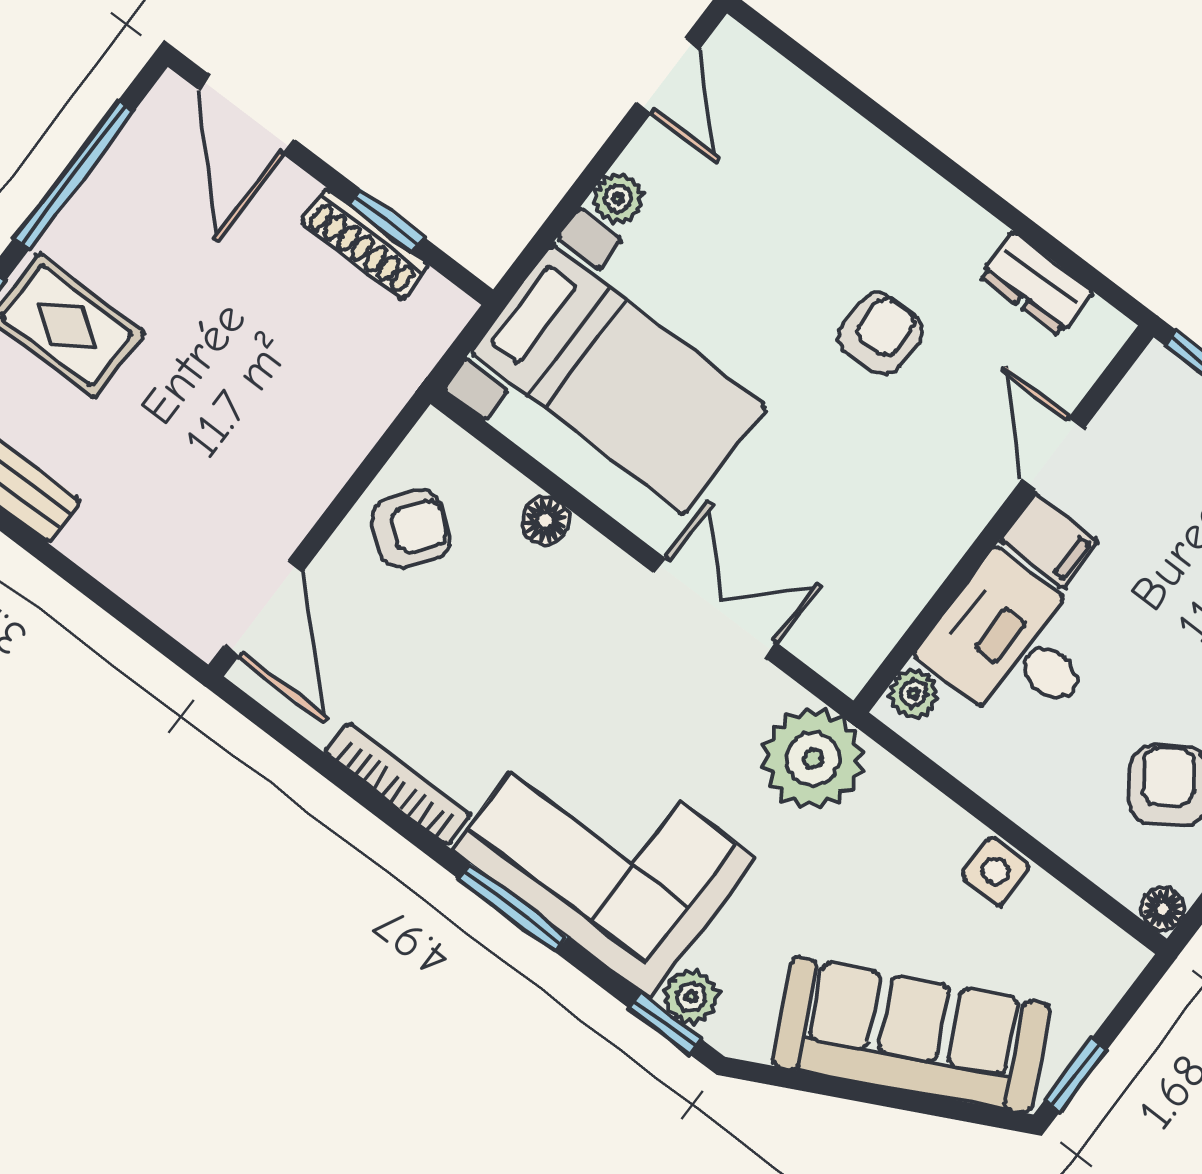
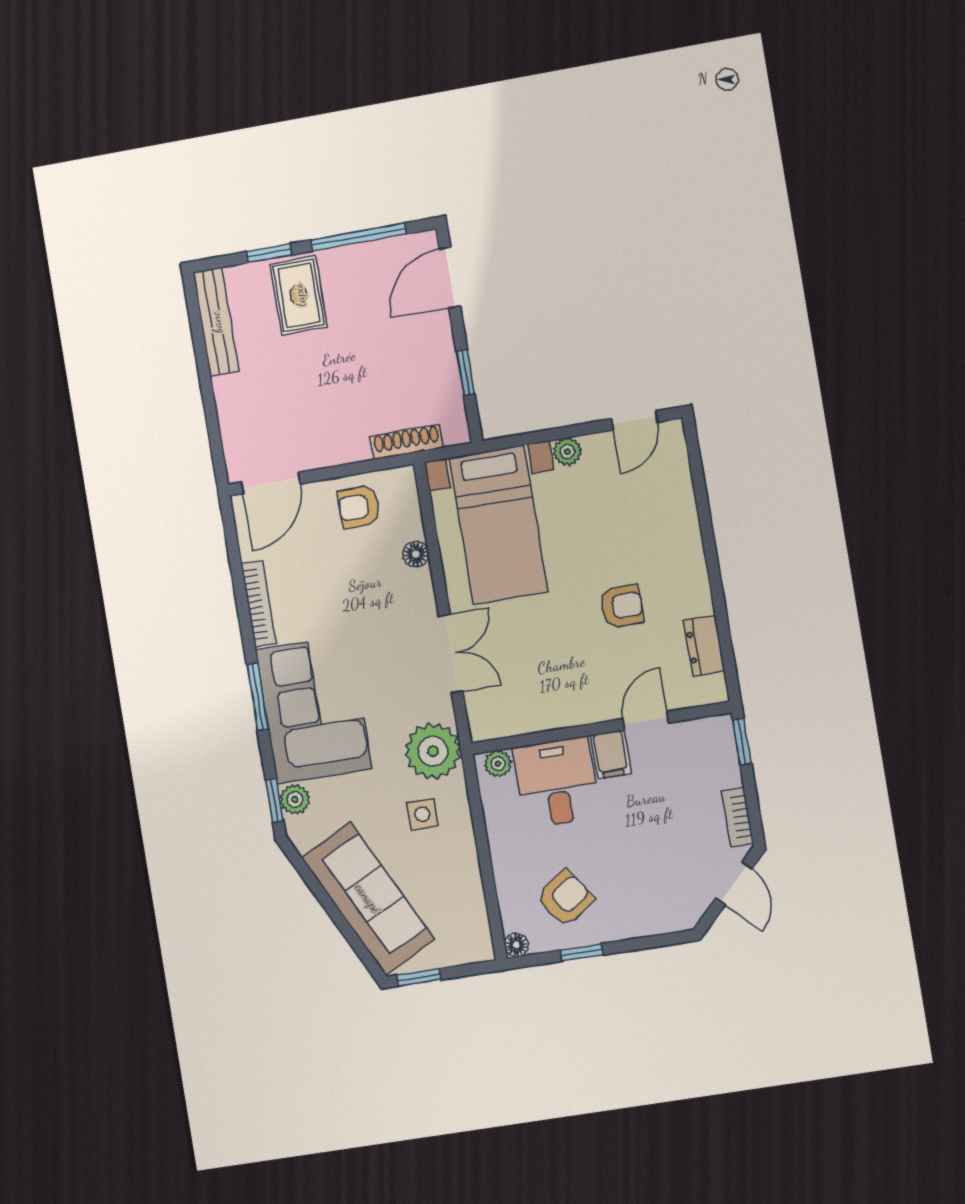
shoe rack: (365, 244) -> (407, 442), moved, turned 90
armchair: (411, 529) -> (359, 507), turned 143
side table: (995, 871) -> (422, 814), moved

